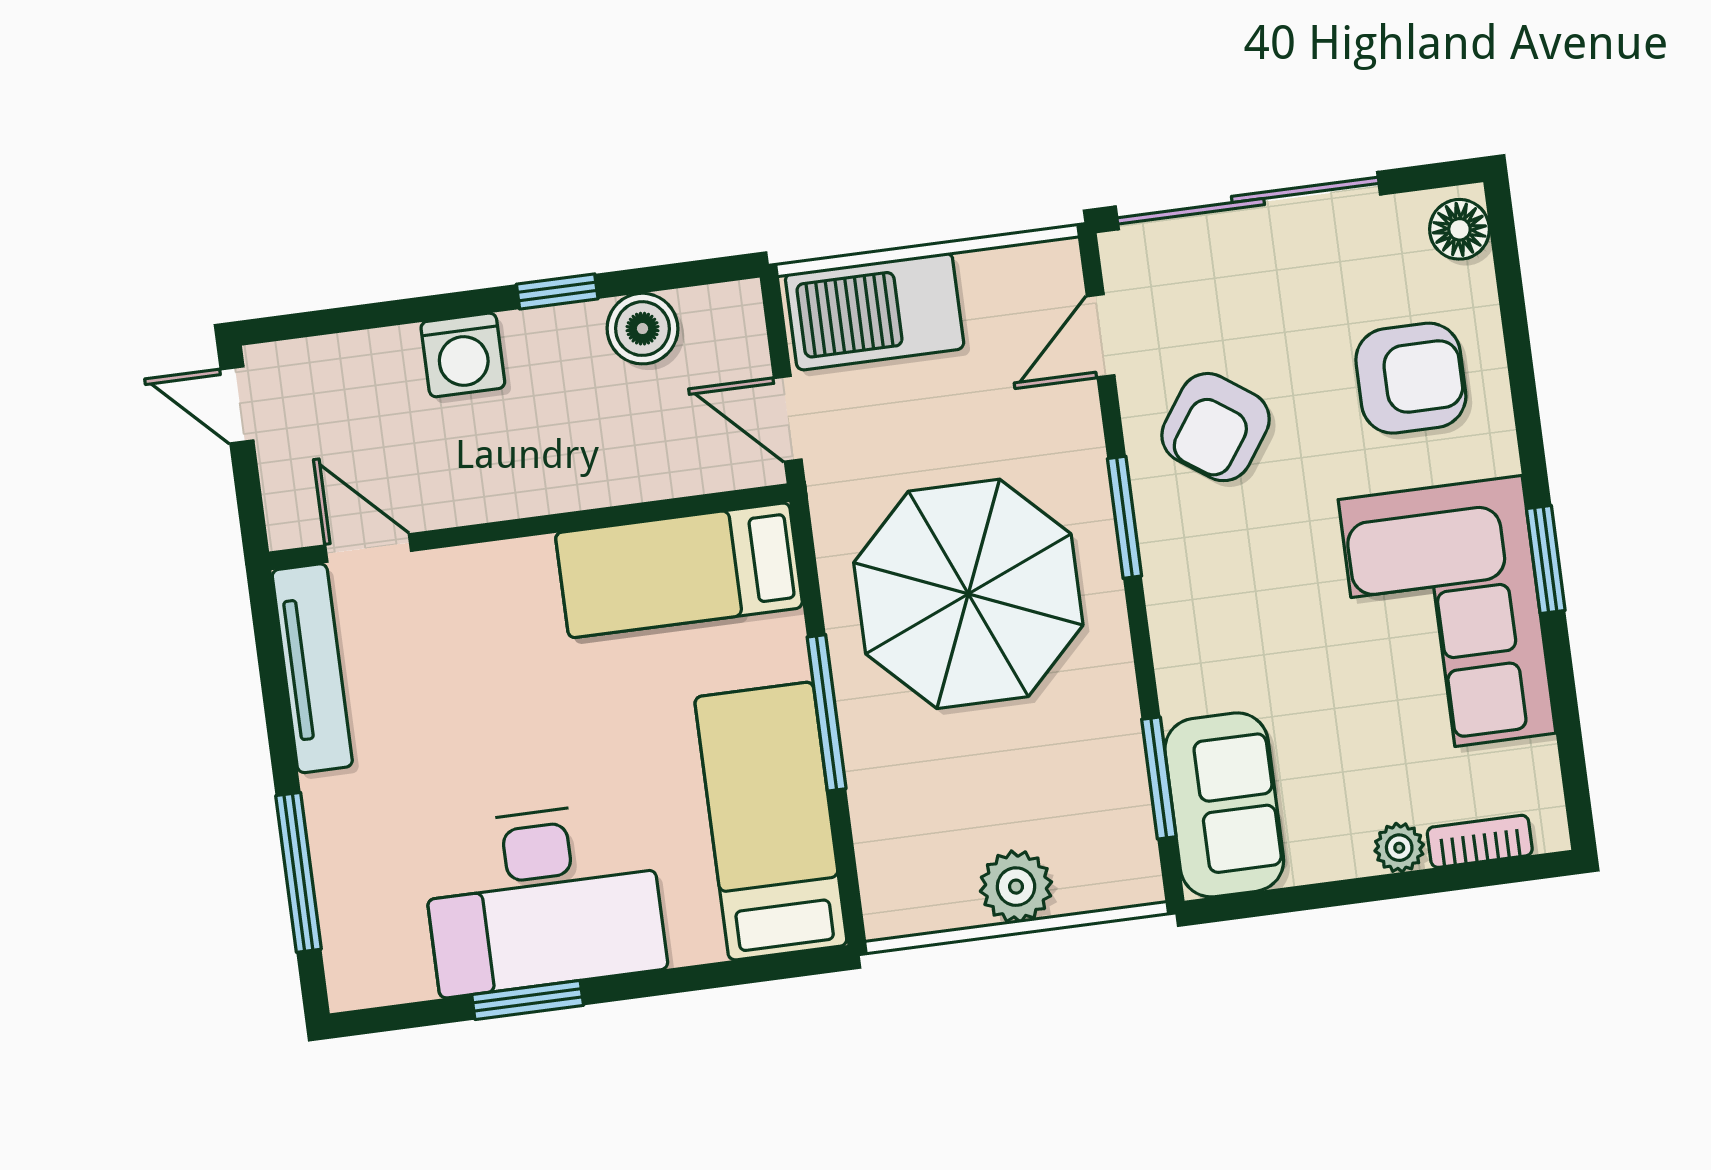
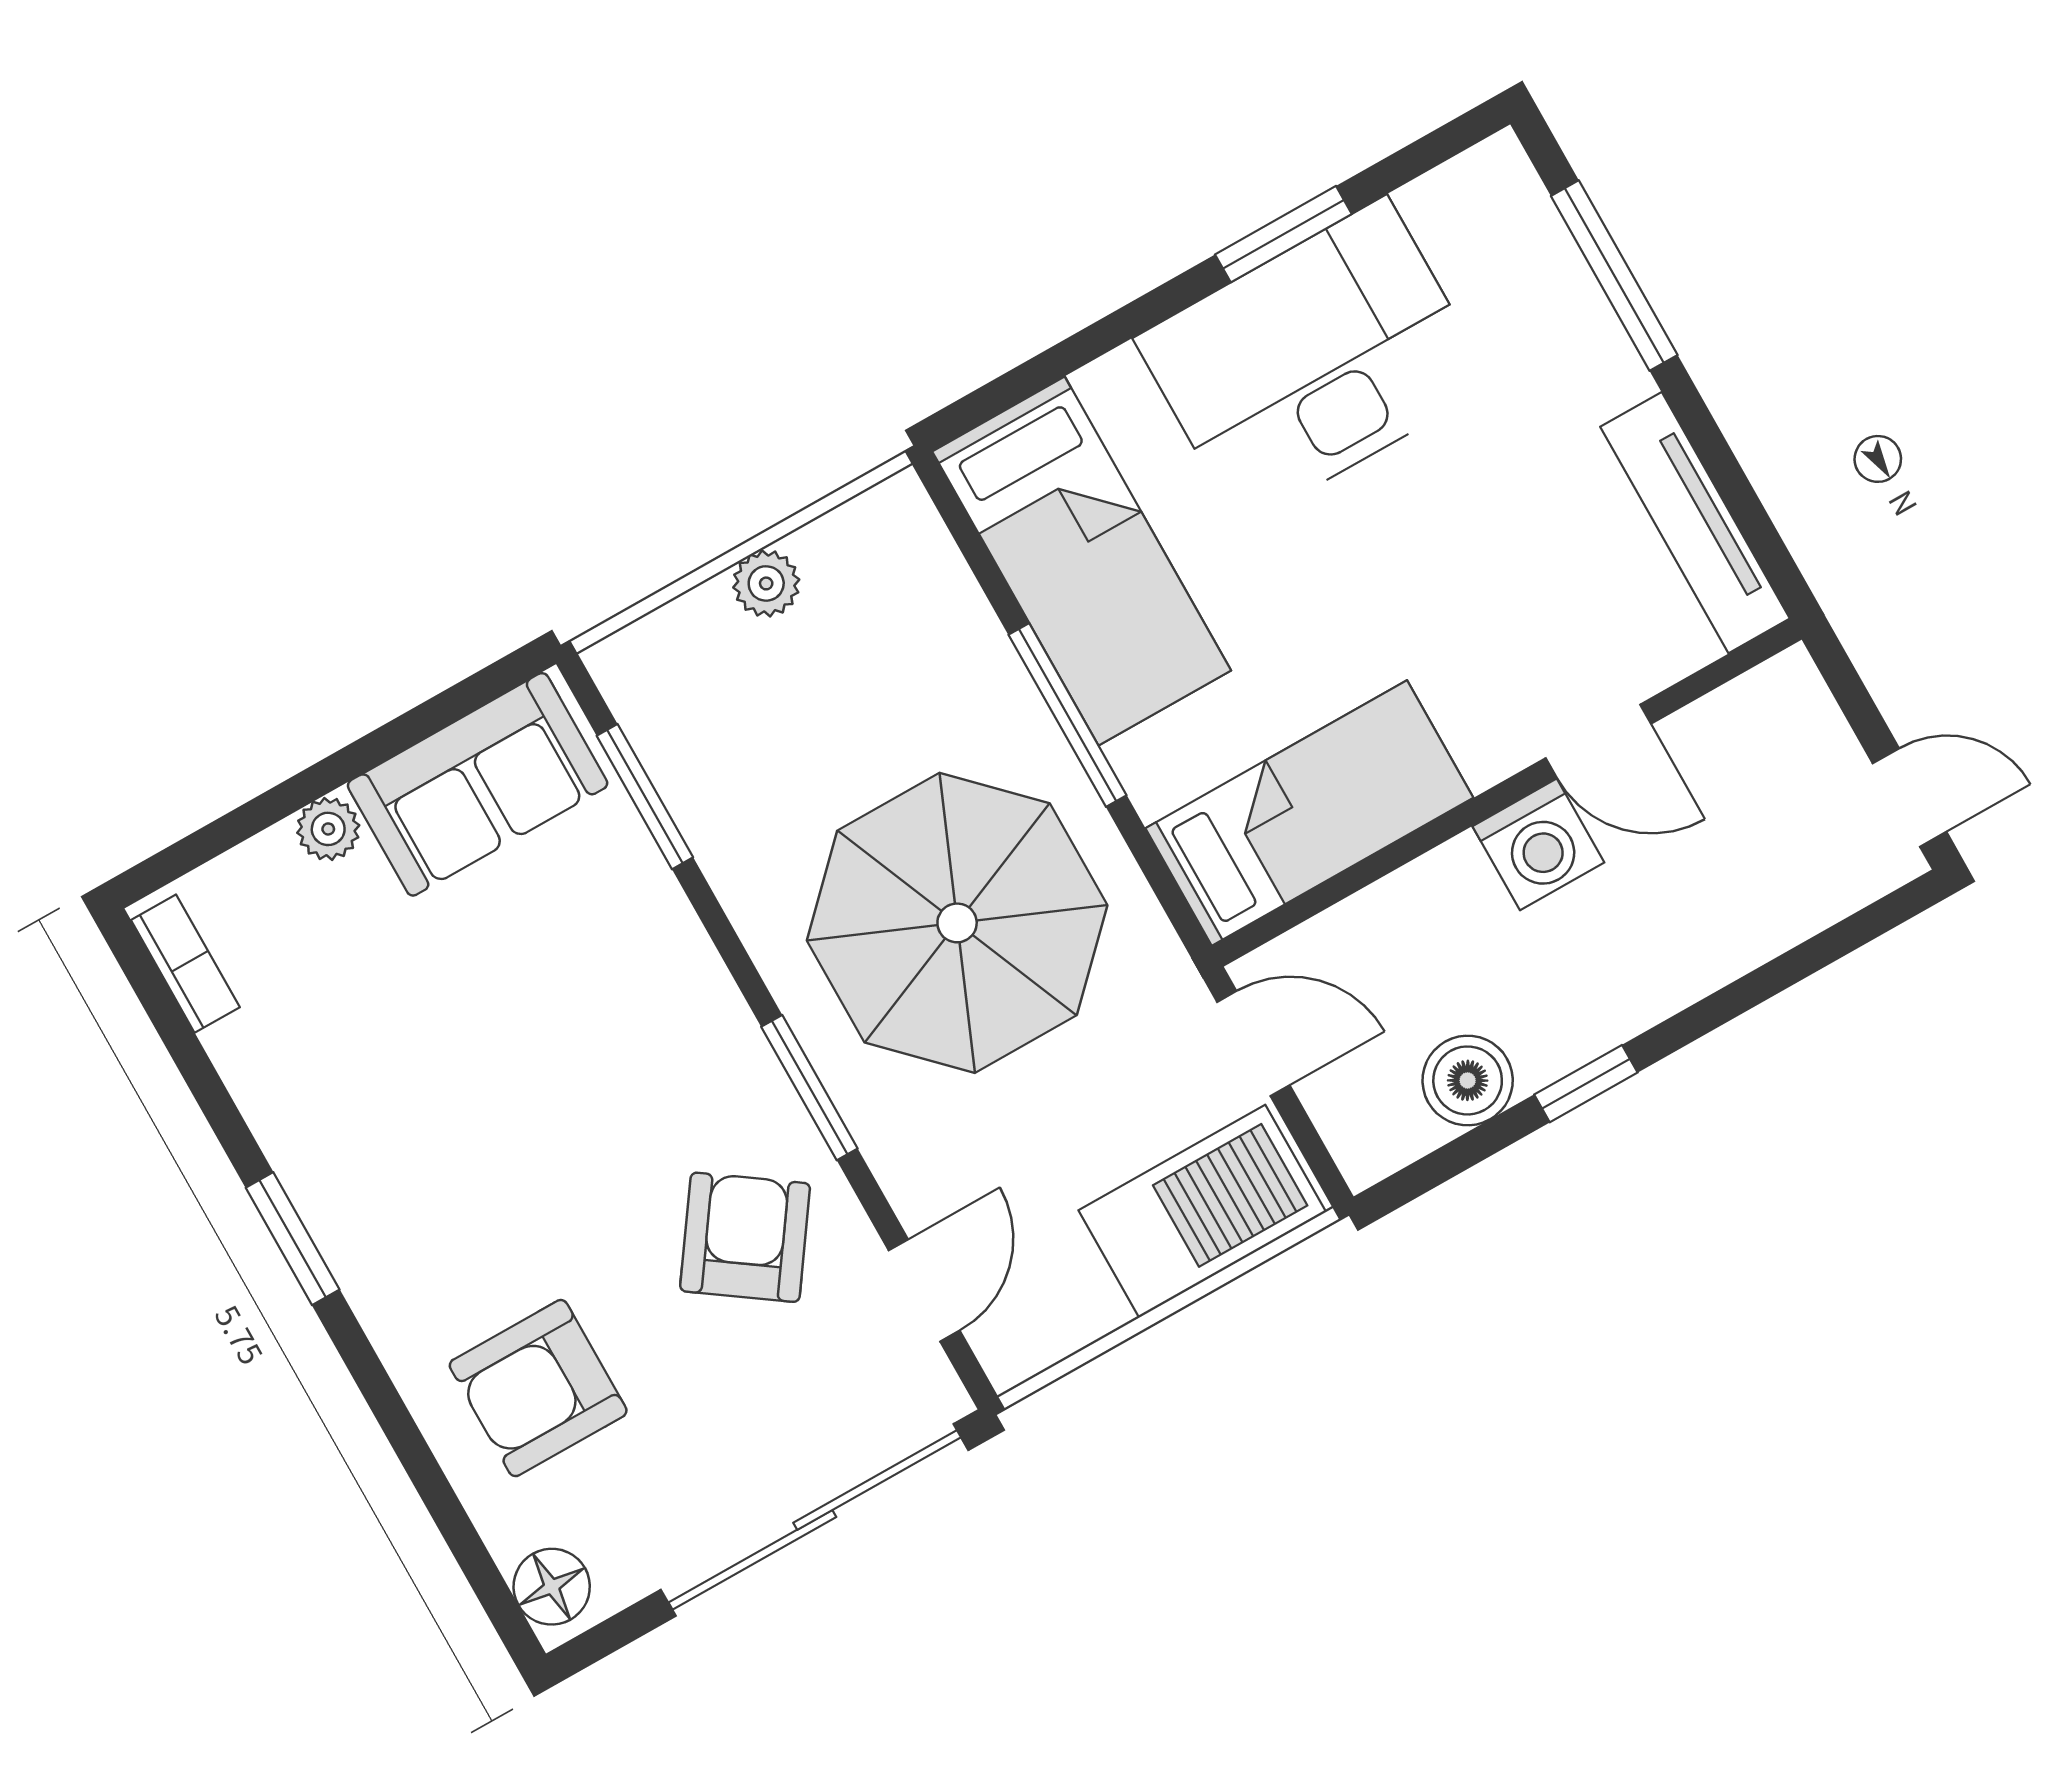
washing machine: (463, 355) -> (1538, 844), moved, turned 180
door: (368, 548) -> (1598, 741), moved
corner sofa: (1447, 616) -> (382, 1124), removed
sofa: (1224, 805) -> (478, 784), moved, turned -90
bookcase: (1480, 841) -> (185, 964), moved, turned -90
plant: (1016, 887) -> (766, 583), width x0.73, depth x0.73

